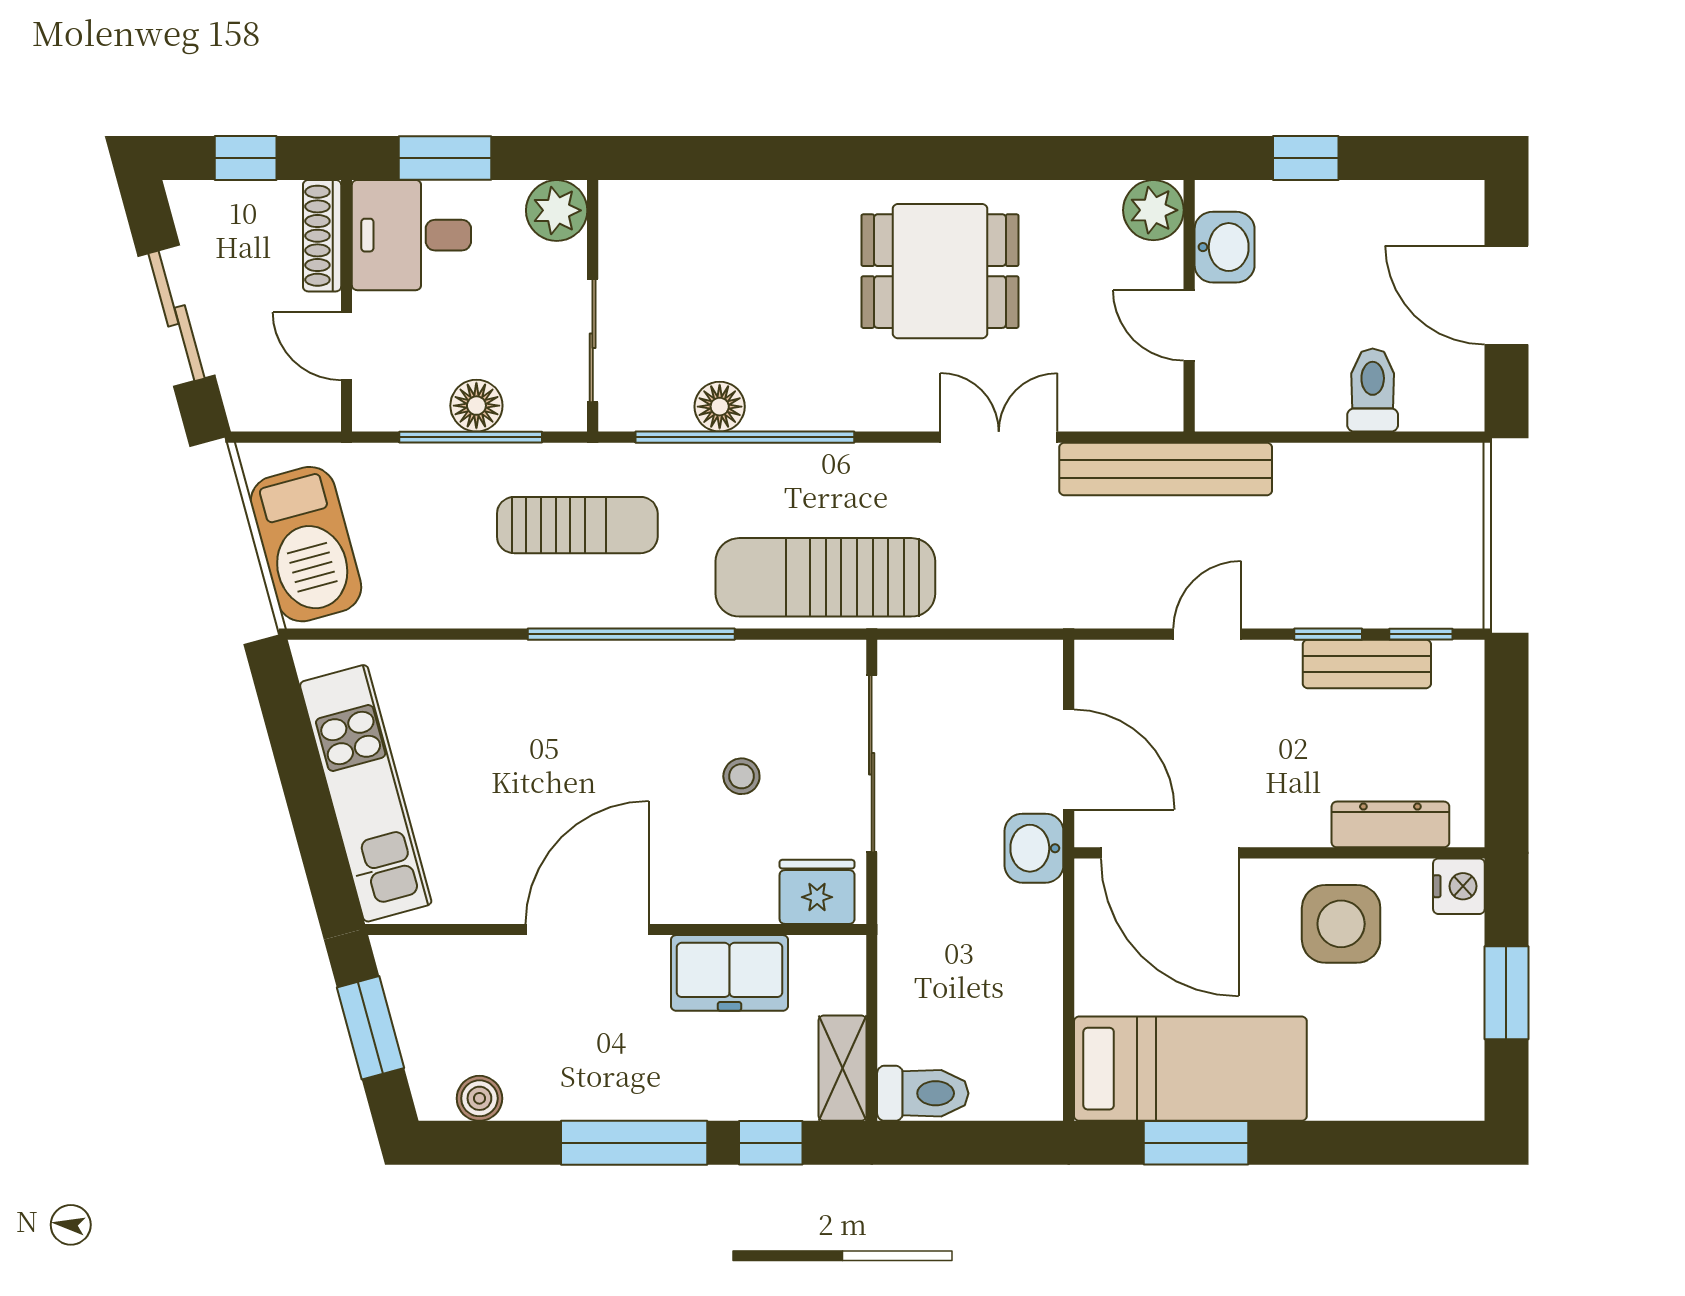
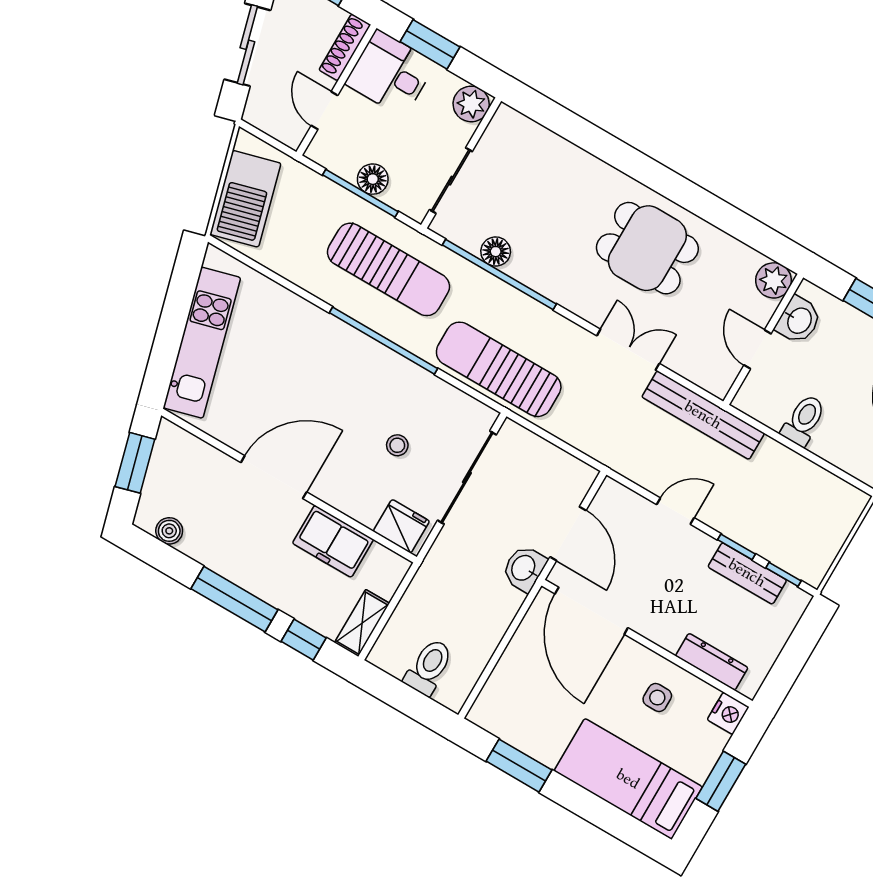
toilet: (1373, 390) -> (804, 420), moved
sun lounger: (577, 525) -> (388, 269), width x1.36, depth x1.34
side table: (1341, 924) -> (657, 698), width x0.54, depth x0.54
bed: (1190, 1069) -> (628, 779), moved, turned 180
toilet: (923, 1093) -> (429, 667), moved, turned -90

